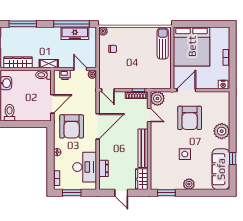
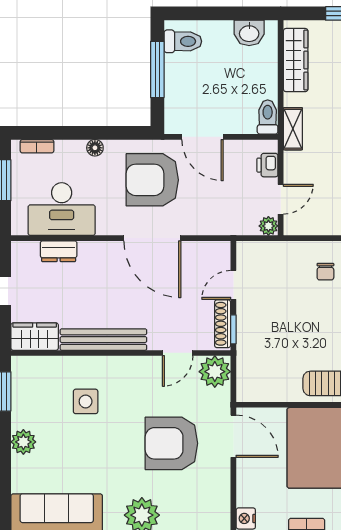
door: (108, 90) -> (233, 285), moved
window: (22, 124) -> (157, 69), added
side table: (185, 154) -> (86, 401), moved

